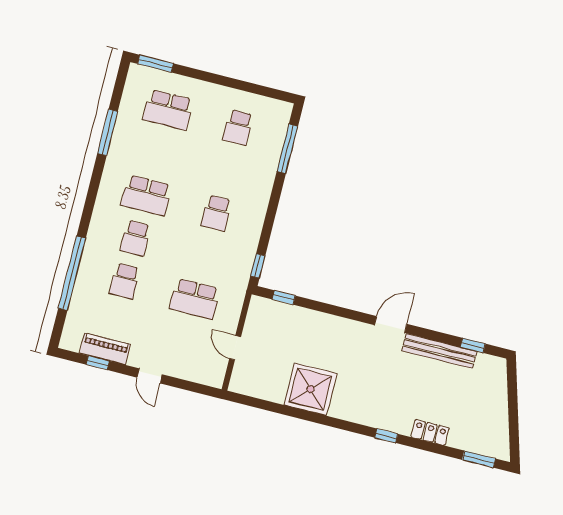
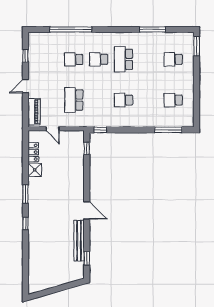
school desk: (168, 110) -> (173, 59), width x0.54
door: (235, 348) -> (53, 129), swing flipped
piano: (105, 349) -> (34, 112), moved
shower: (310, 389) -> (35, 170), width x0.54, depth x0.54
locker: (430, 432) -> (33, 152), moved
window: (479, 459) -> (25, 194), moved

